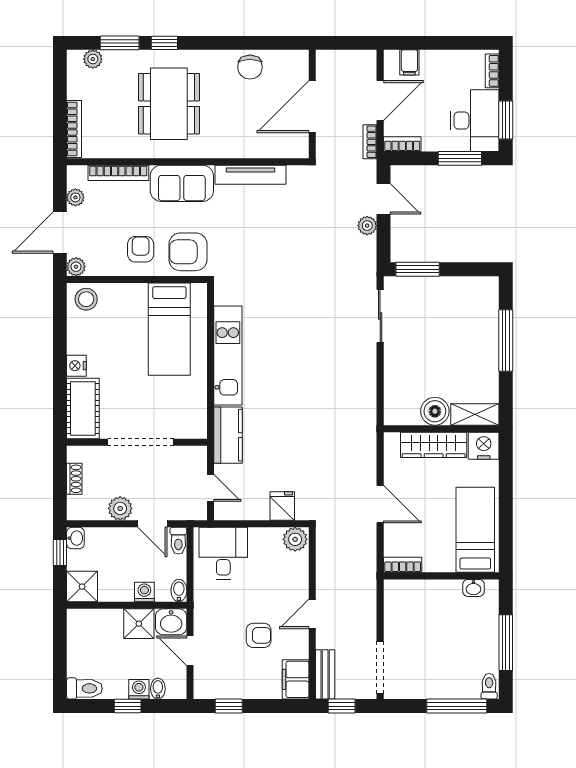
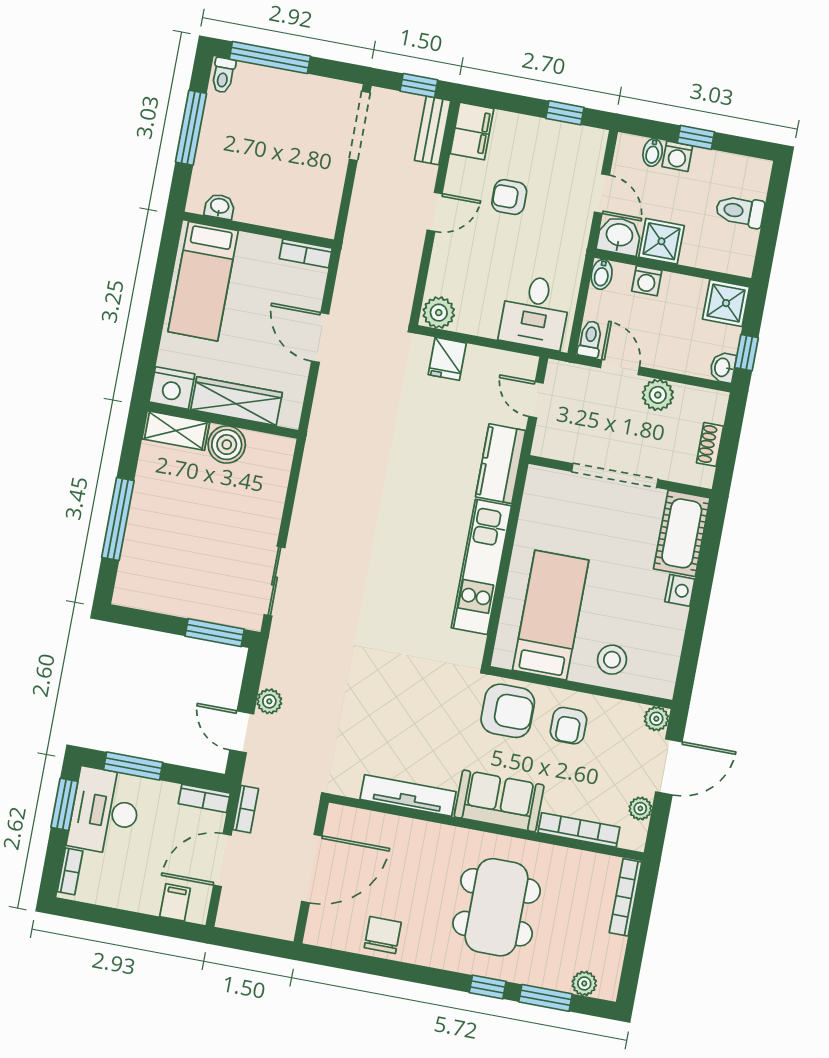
stool: (86, 299) -> (612, 660), moved
toilet: (84, 688) -> (740, 211), moved

